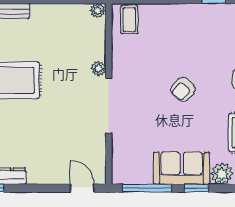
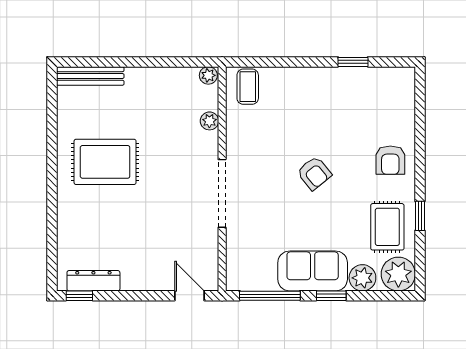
plant: (98, 68) -> (209, 121), moved
armchair: (183, 89) -> (314, 173), turned -82

